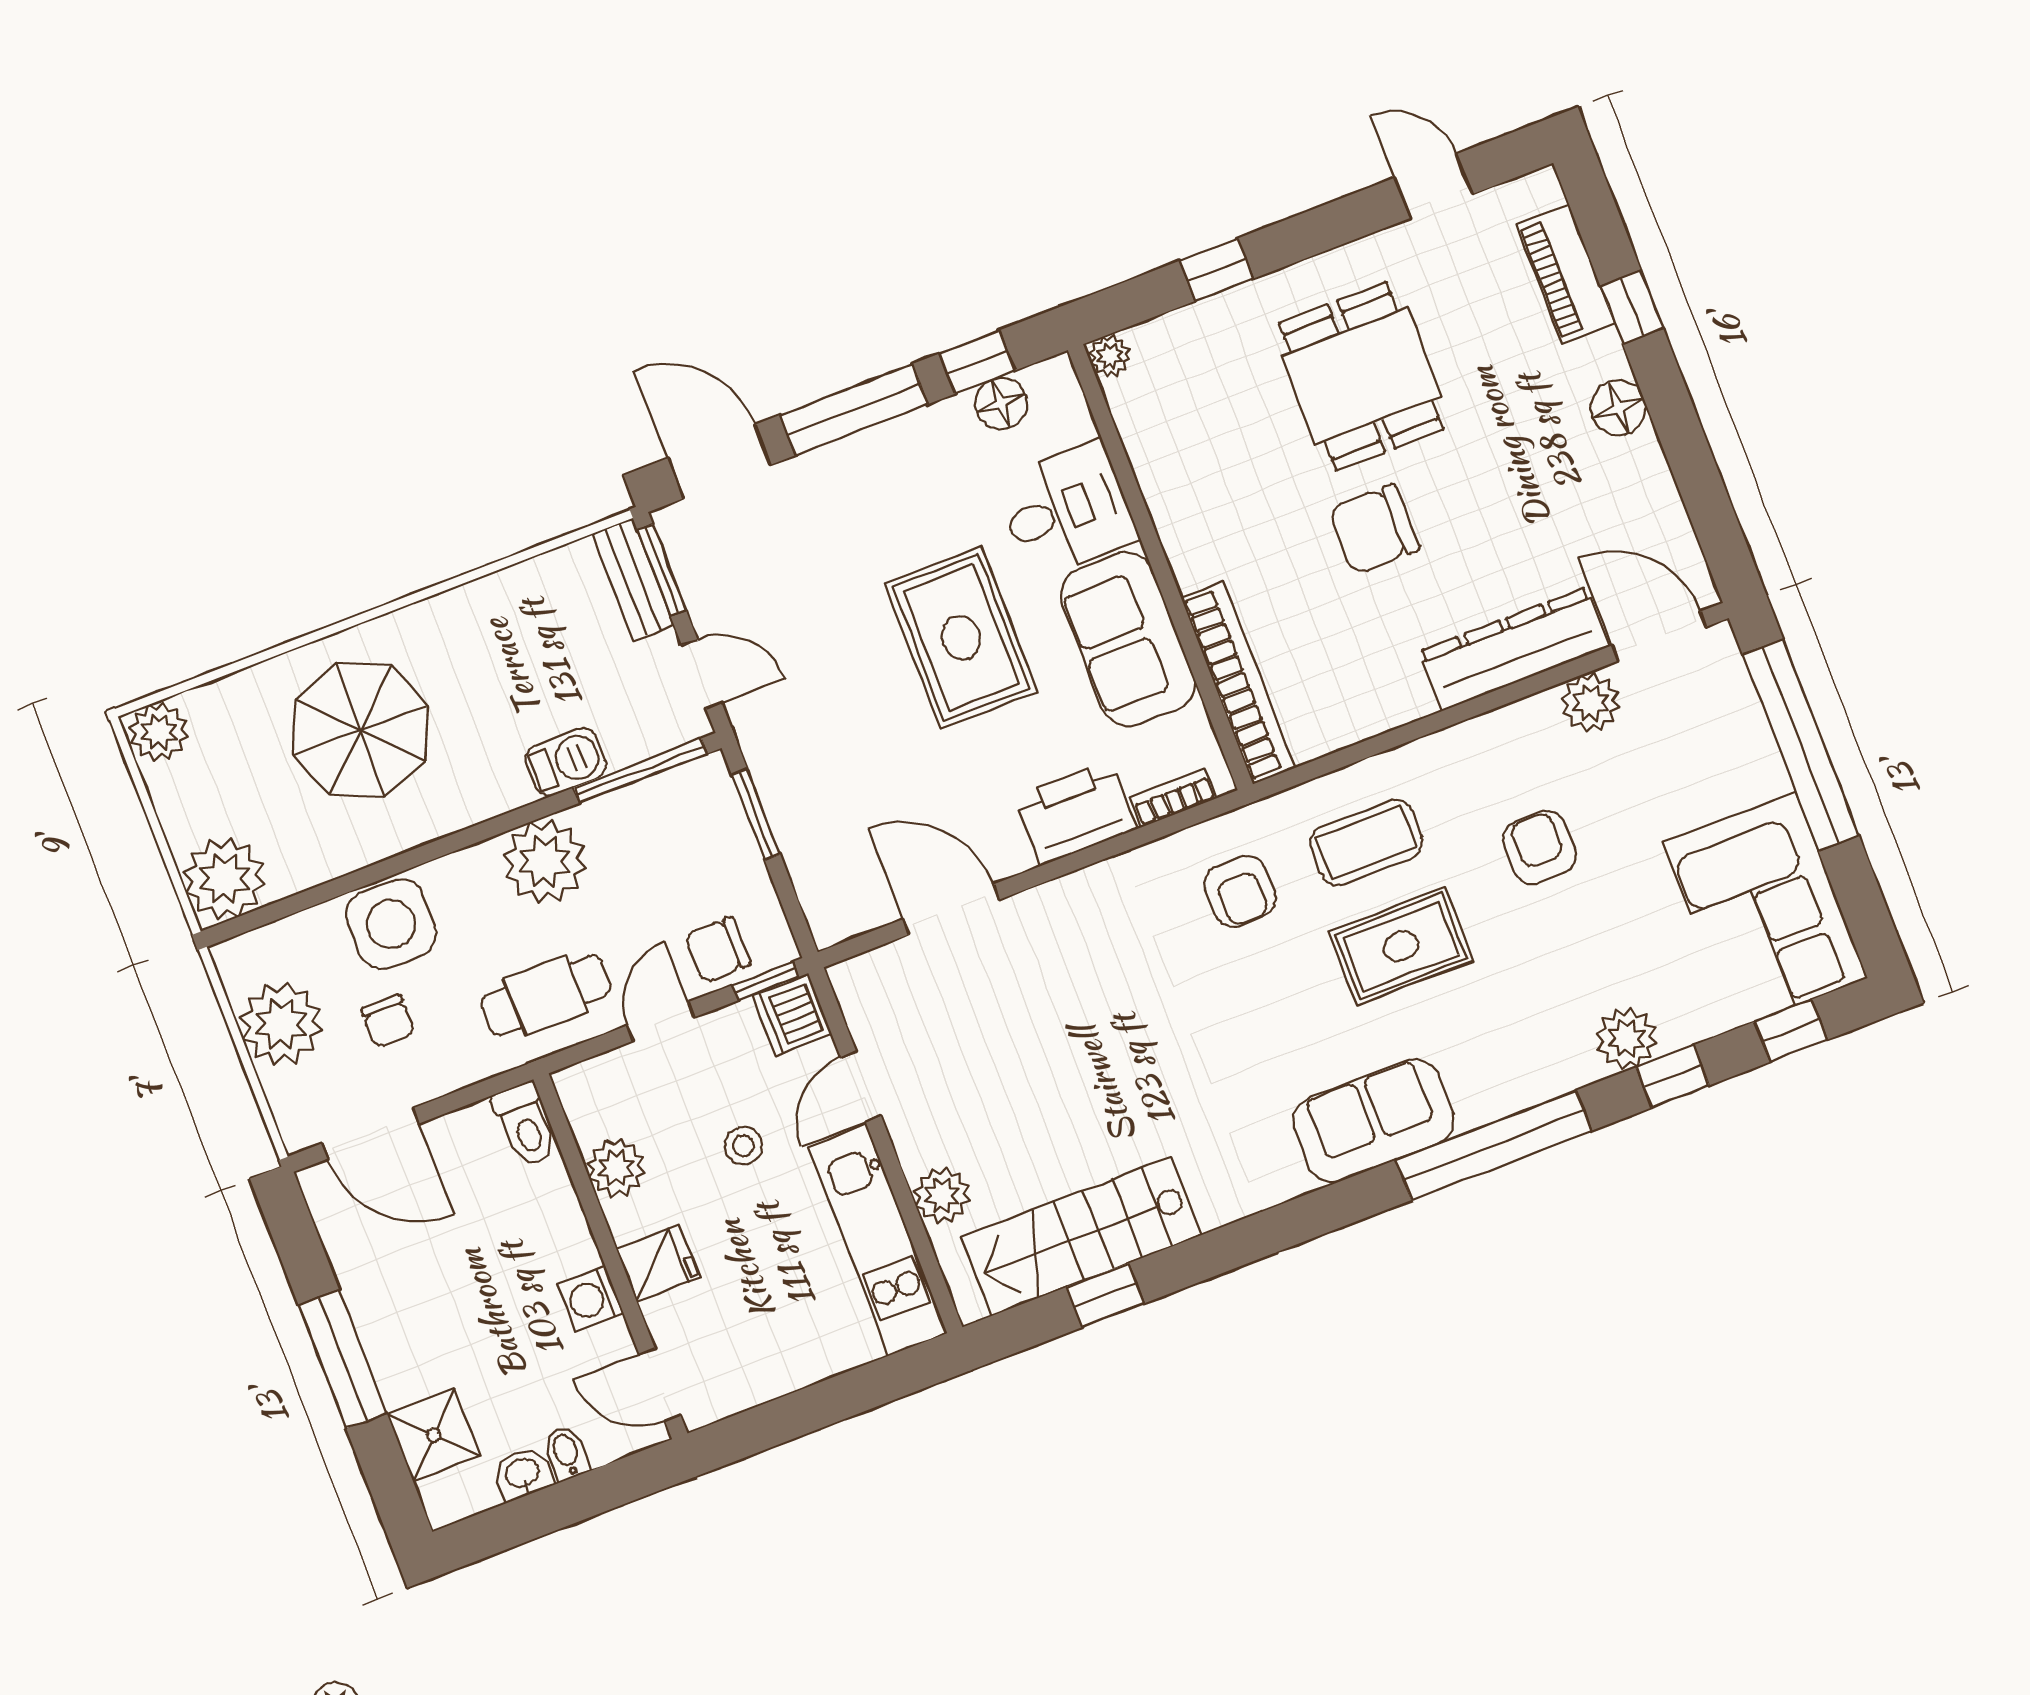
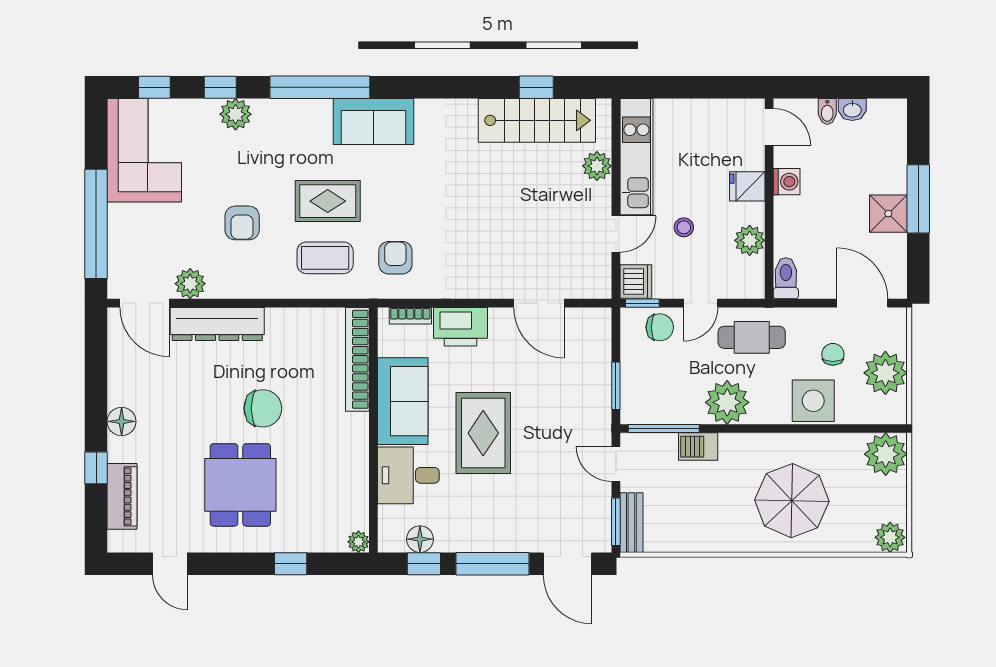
shower: (434, 1435) -> (888, 214), moved

